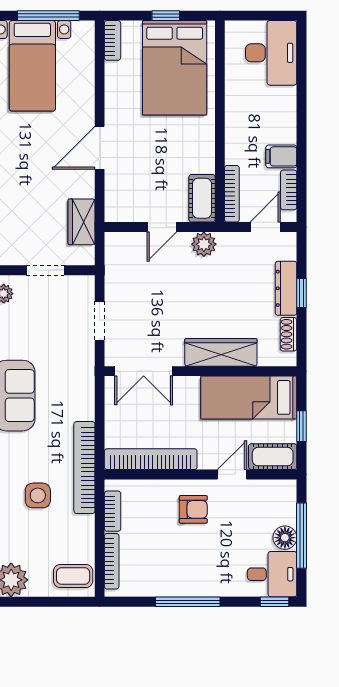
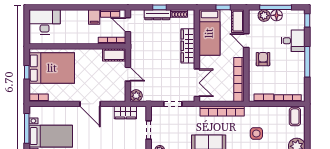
plant: (204, 244) -> (136, 96), moved
bookcase: (84, 468) -> (222, 111), moved
plant: (284, 512) -> (264, 16), added
desk: (272, 574) -> (293, 41), moved, turned 90

